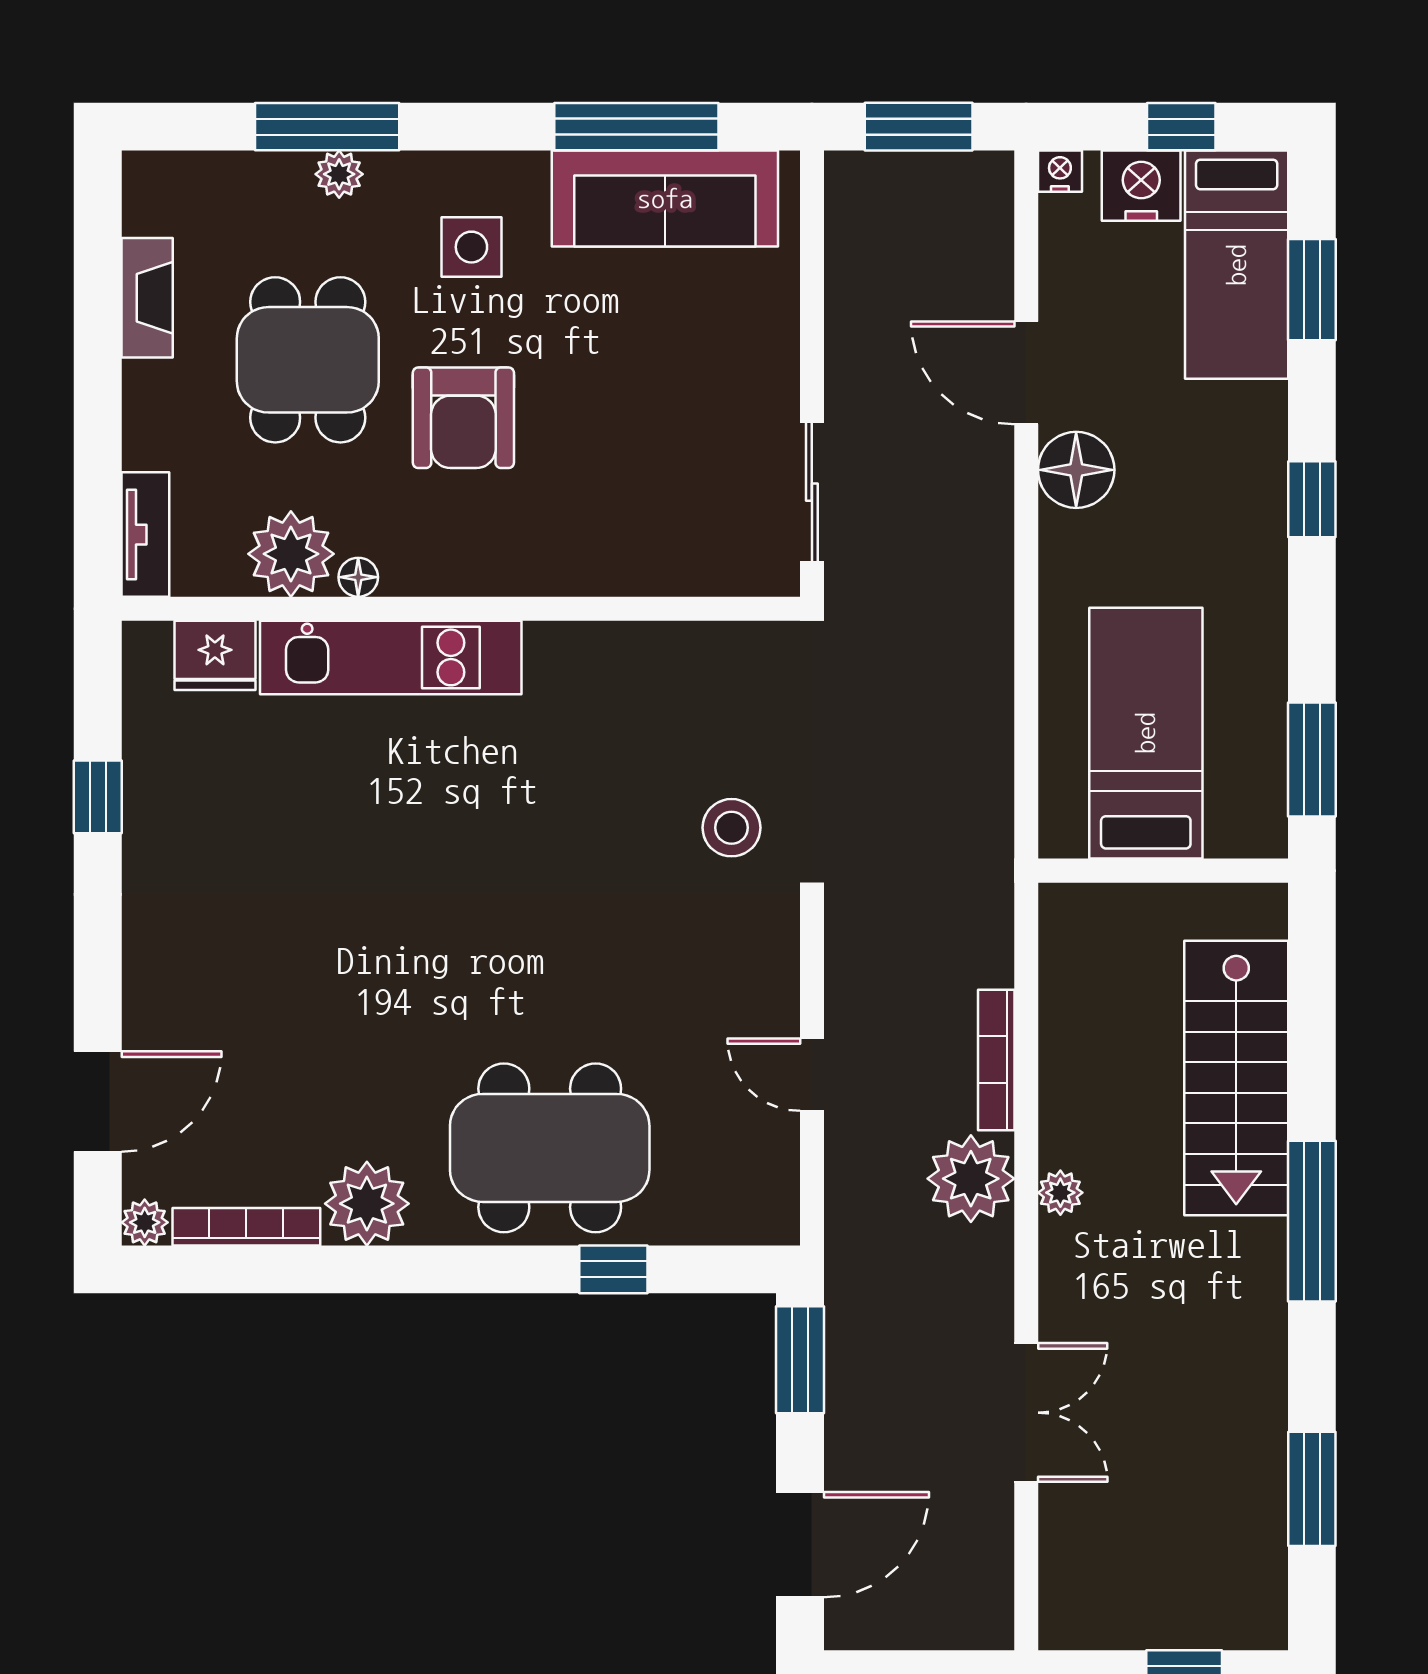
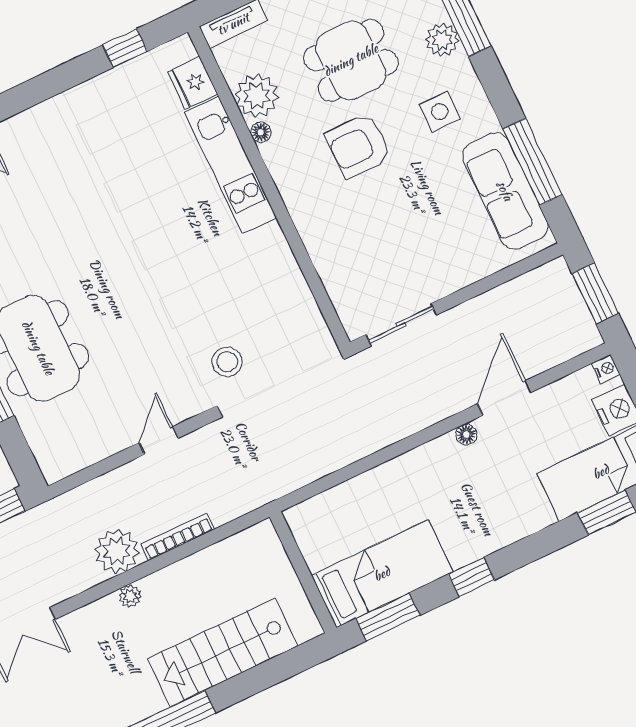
plant: (339, 174) -> (442, 40), width x1.38, depth x1.38
floor lamp: (1076, 470) -> (466, 434), width x0.53, depth x0.53
window: (1312, 499) -> (471, 577), moved
bed: (1146, 733) -> (382, 574), moved
window: (98, 797) -> (125, 48), moved
door: (812, 1075) -> (159, 440), moved

